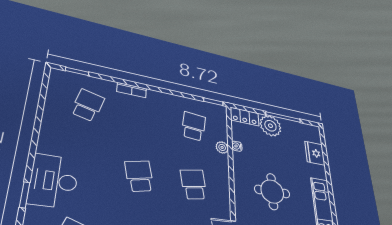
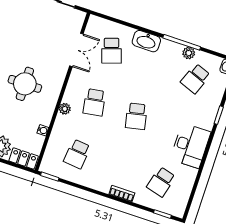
plant: (222, 147) -> (65, 109), moved
desk: (54, 181) -> (190, 146), moved

